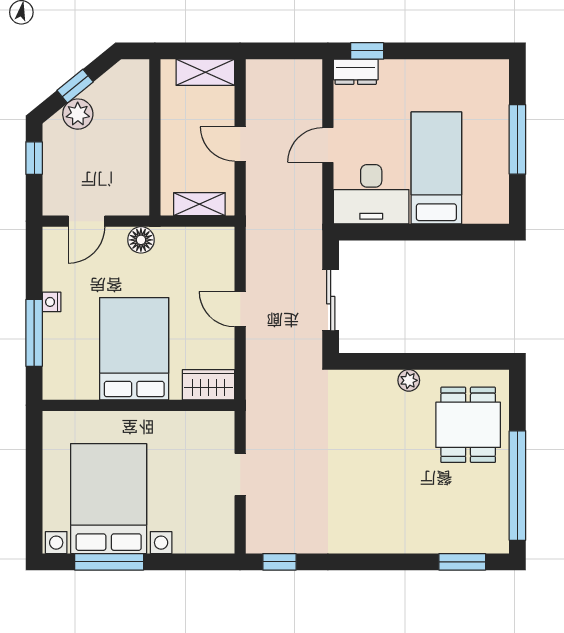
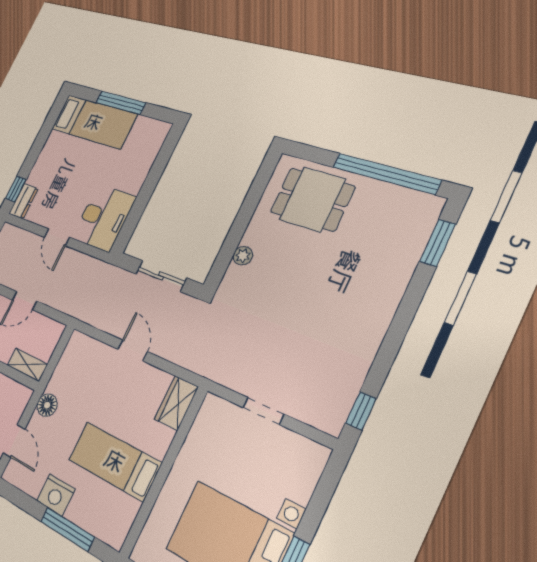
bed: (436, 168) -> (94, 122), moved, turned 180
shelving: (199, 204) -> (27, 365), moved, turned 90
nightstand: (52, 302) -> (56, 495), width x1.89, depth x1.79
door: (240, 309) -> (133, 350), swing flipped
bed: (134, 349) -> (115, 461), width x0.67
plant: (409, 380) -> (243, 256), moved

